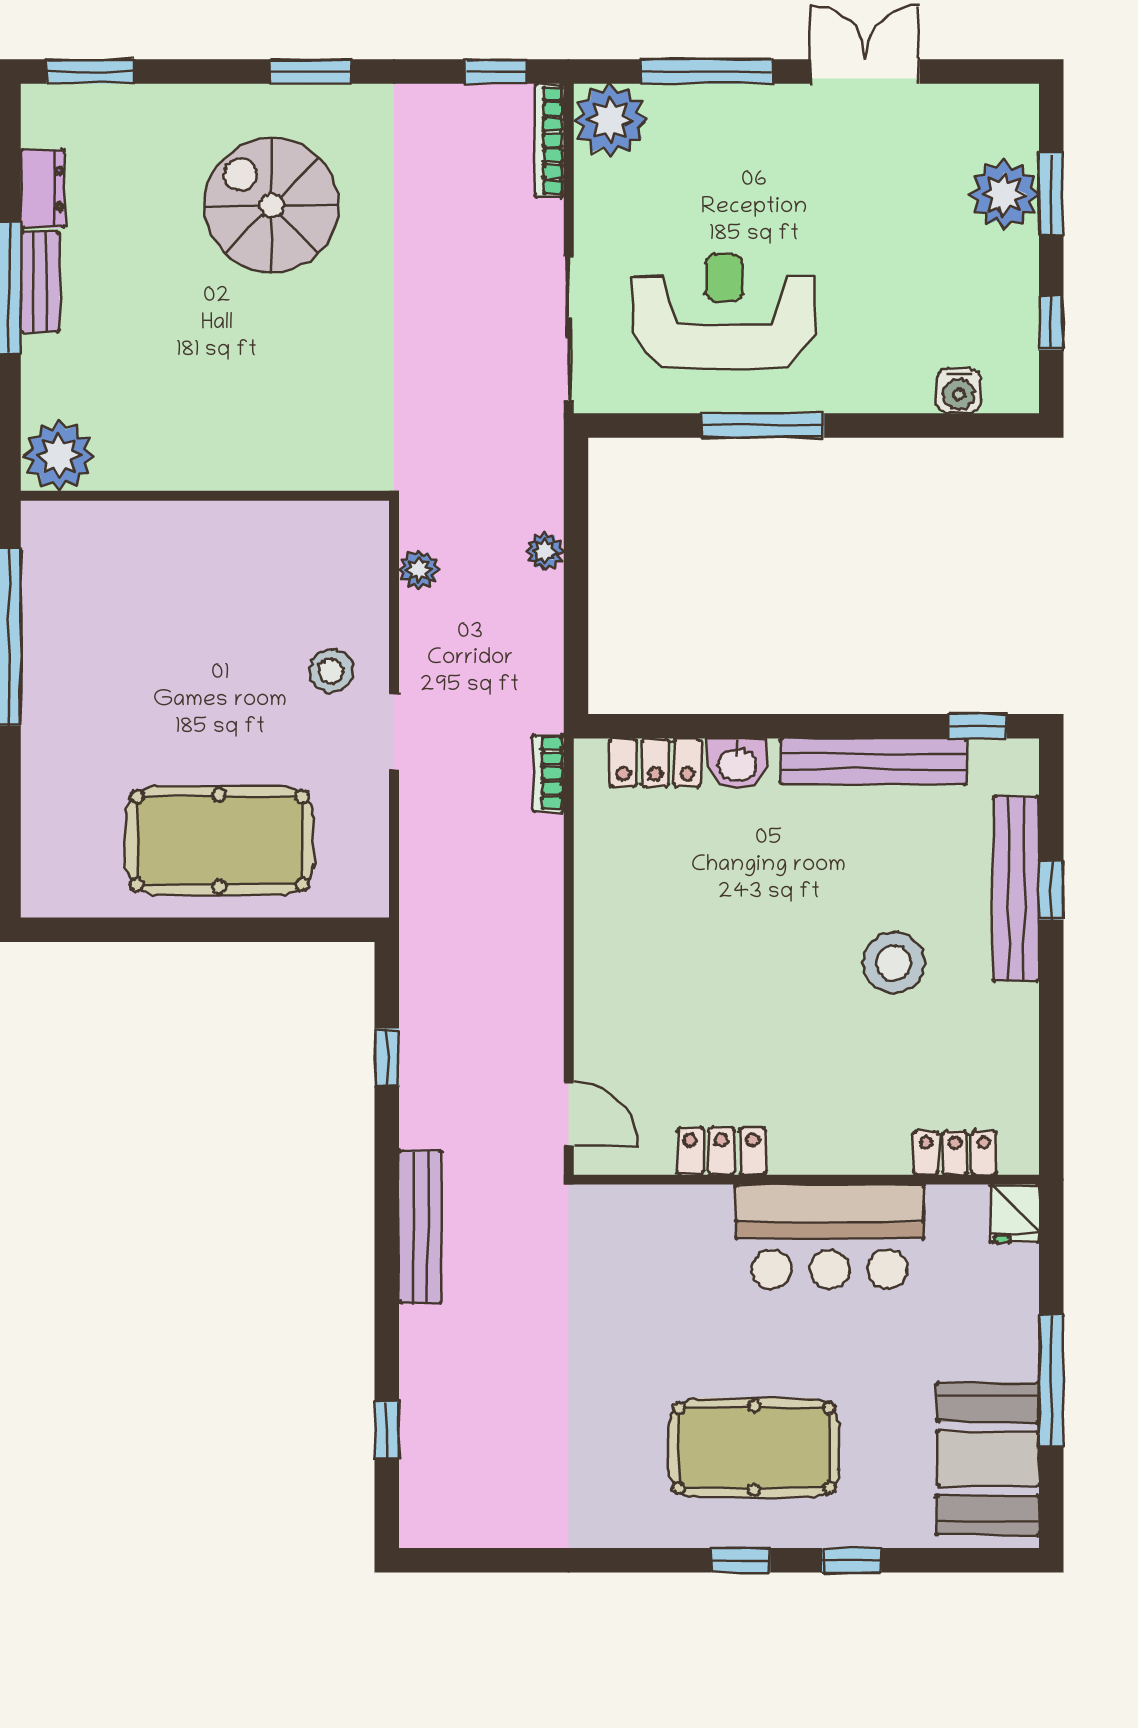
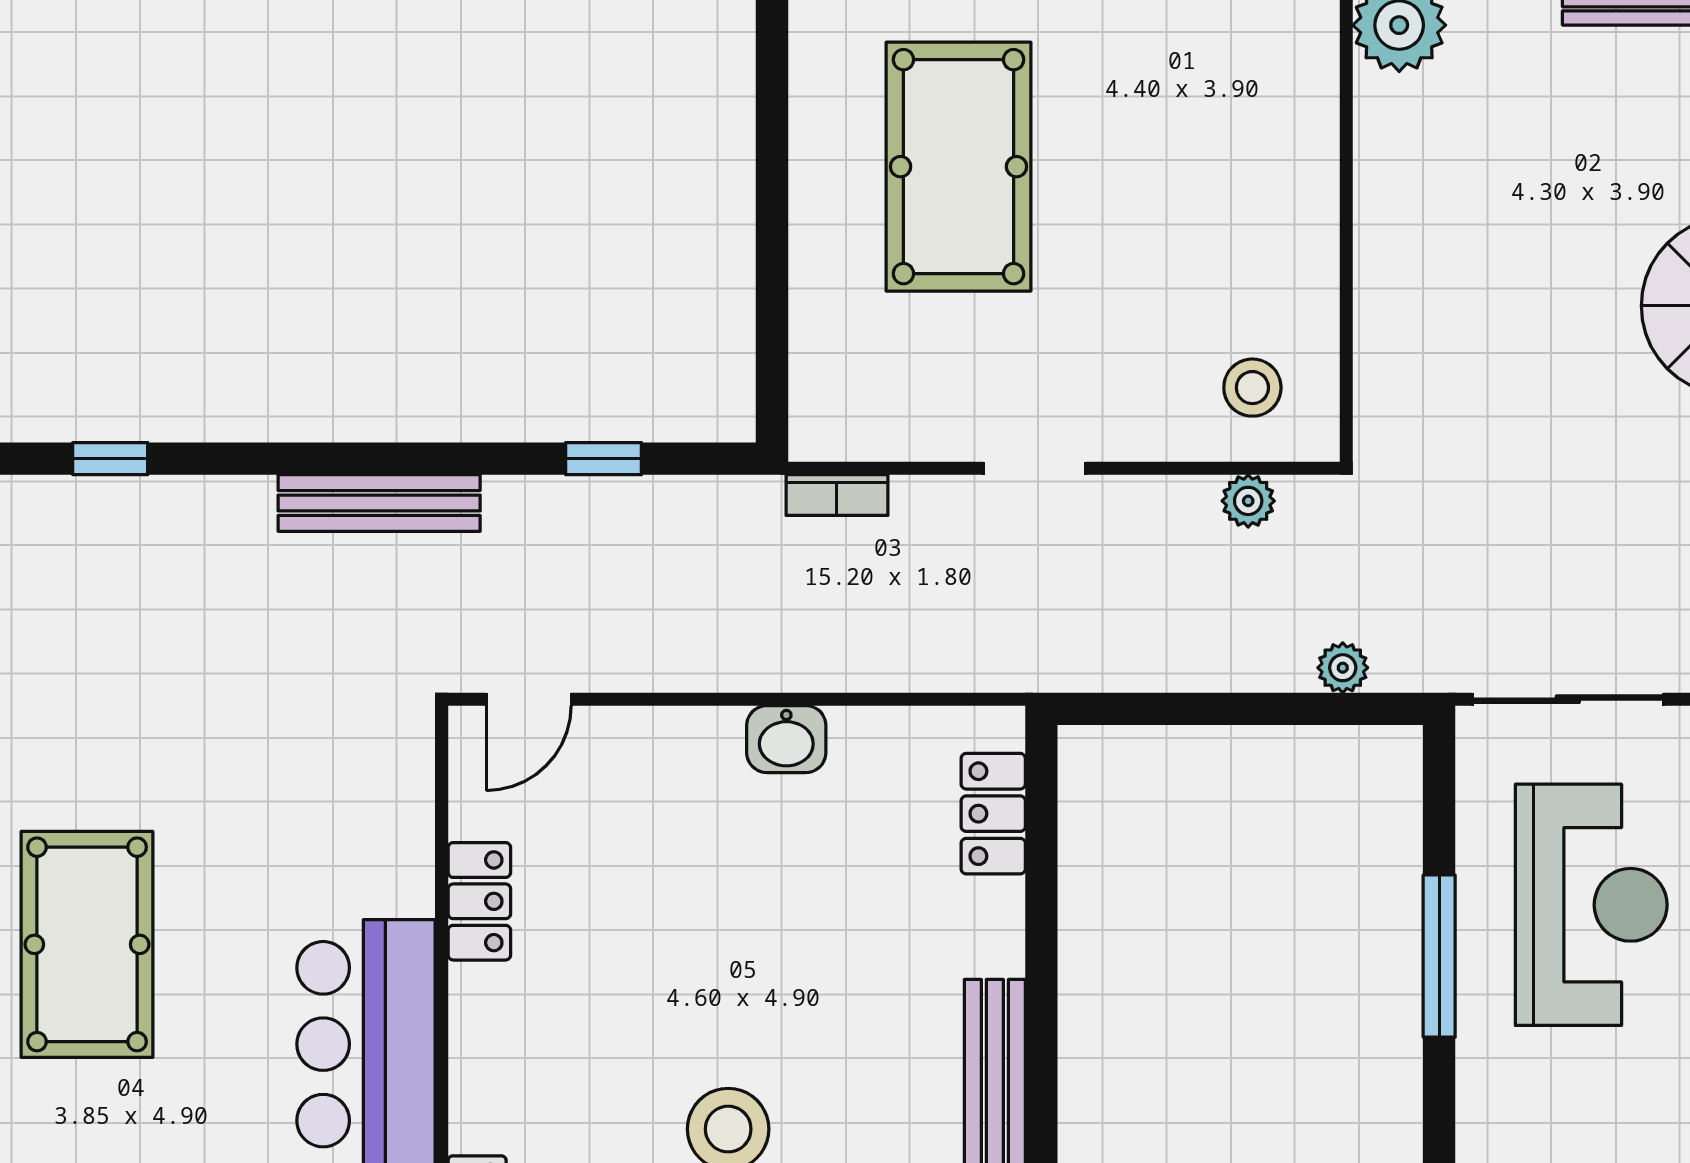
plant: (545, 551) -> (1343, 668), moved
stool: (331, 671) -> (1252, 388), moved
washbasin: (737, 764) -> (786, 739), moved, turned -90
bookcase: (548, 773) -> (837, 495), moved, turned 180
pool table: (220, 841) -> (959, 167), moved

